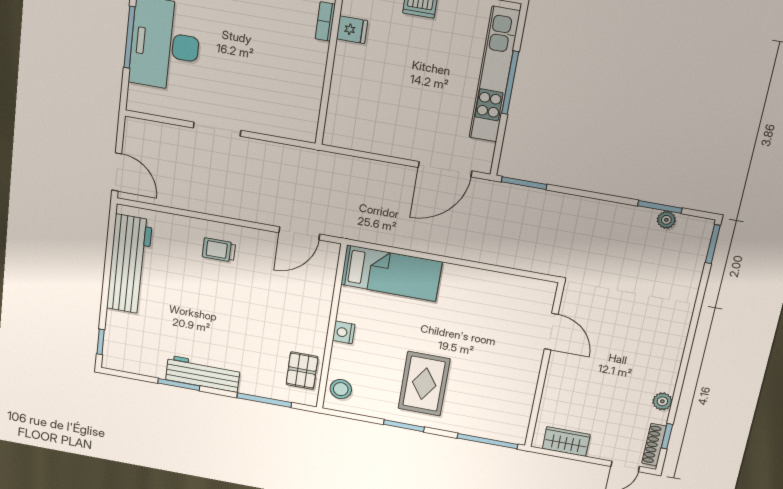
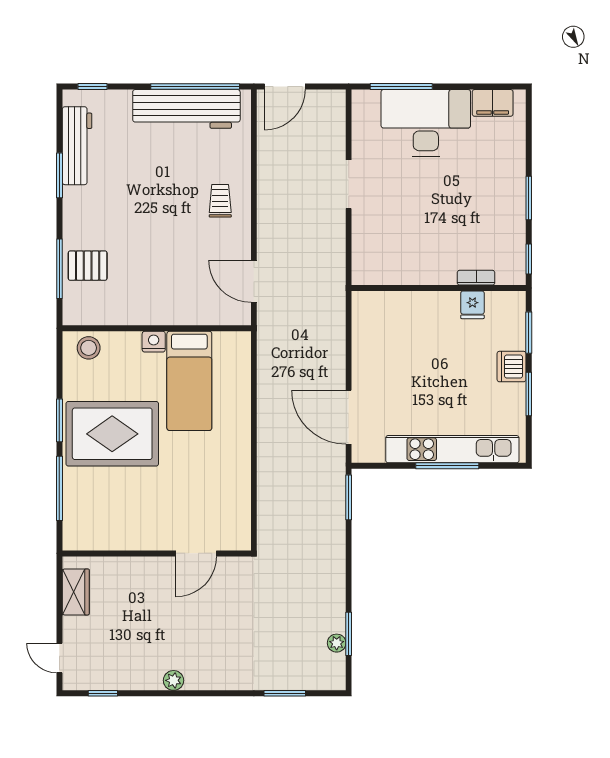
window: (129, 37) -> (401, 87), moved
window: (713, 244) -> (285, 693), moved
window: (109, 253) -> (195, 87), added
bed: (391, 273) -> (189, 381), moved
pallet: (302, 371) -> (88, 266), moved
workbench: (203, 374) -> (77, 146), moved
rug: (424, 384) -> (112, 434), width x1.37, depth x1.44
plant: (662, 401) -> (174, 680), moved
window: (488, 441) -> (59, 488), moved
shoe rack: (654, 445) -> (91, 682), removed

